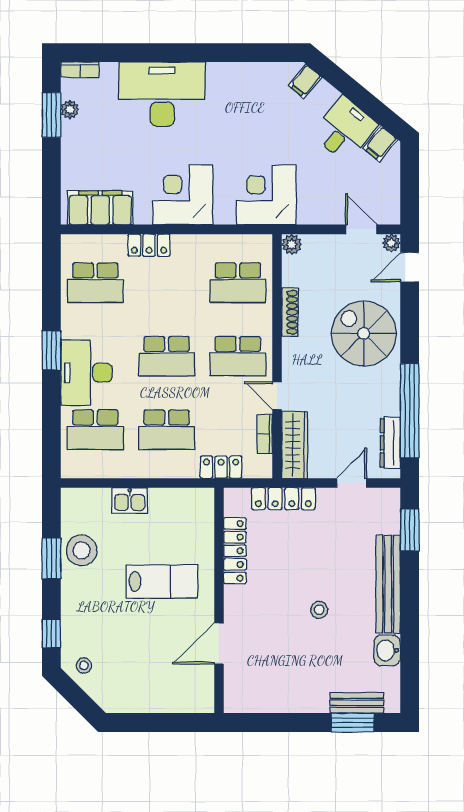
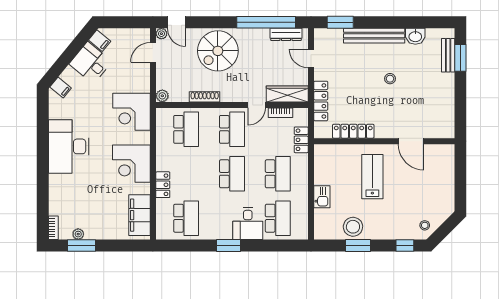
desk: (162, 94) -> (69, 146), moved
desk: (86, 373) -> (248, 224), width x0.73

